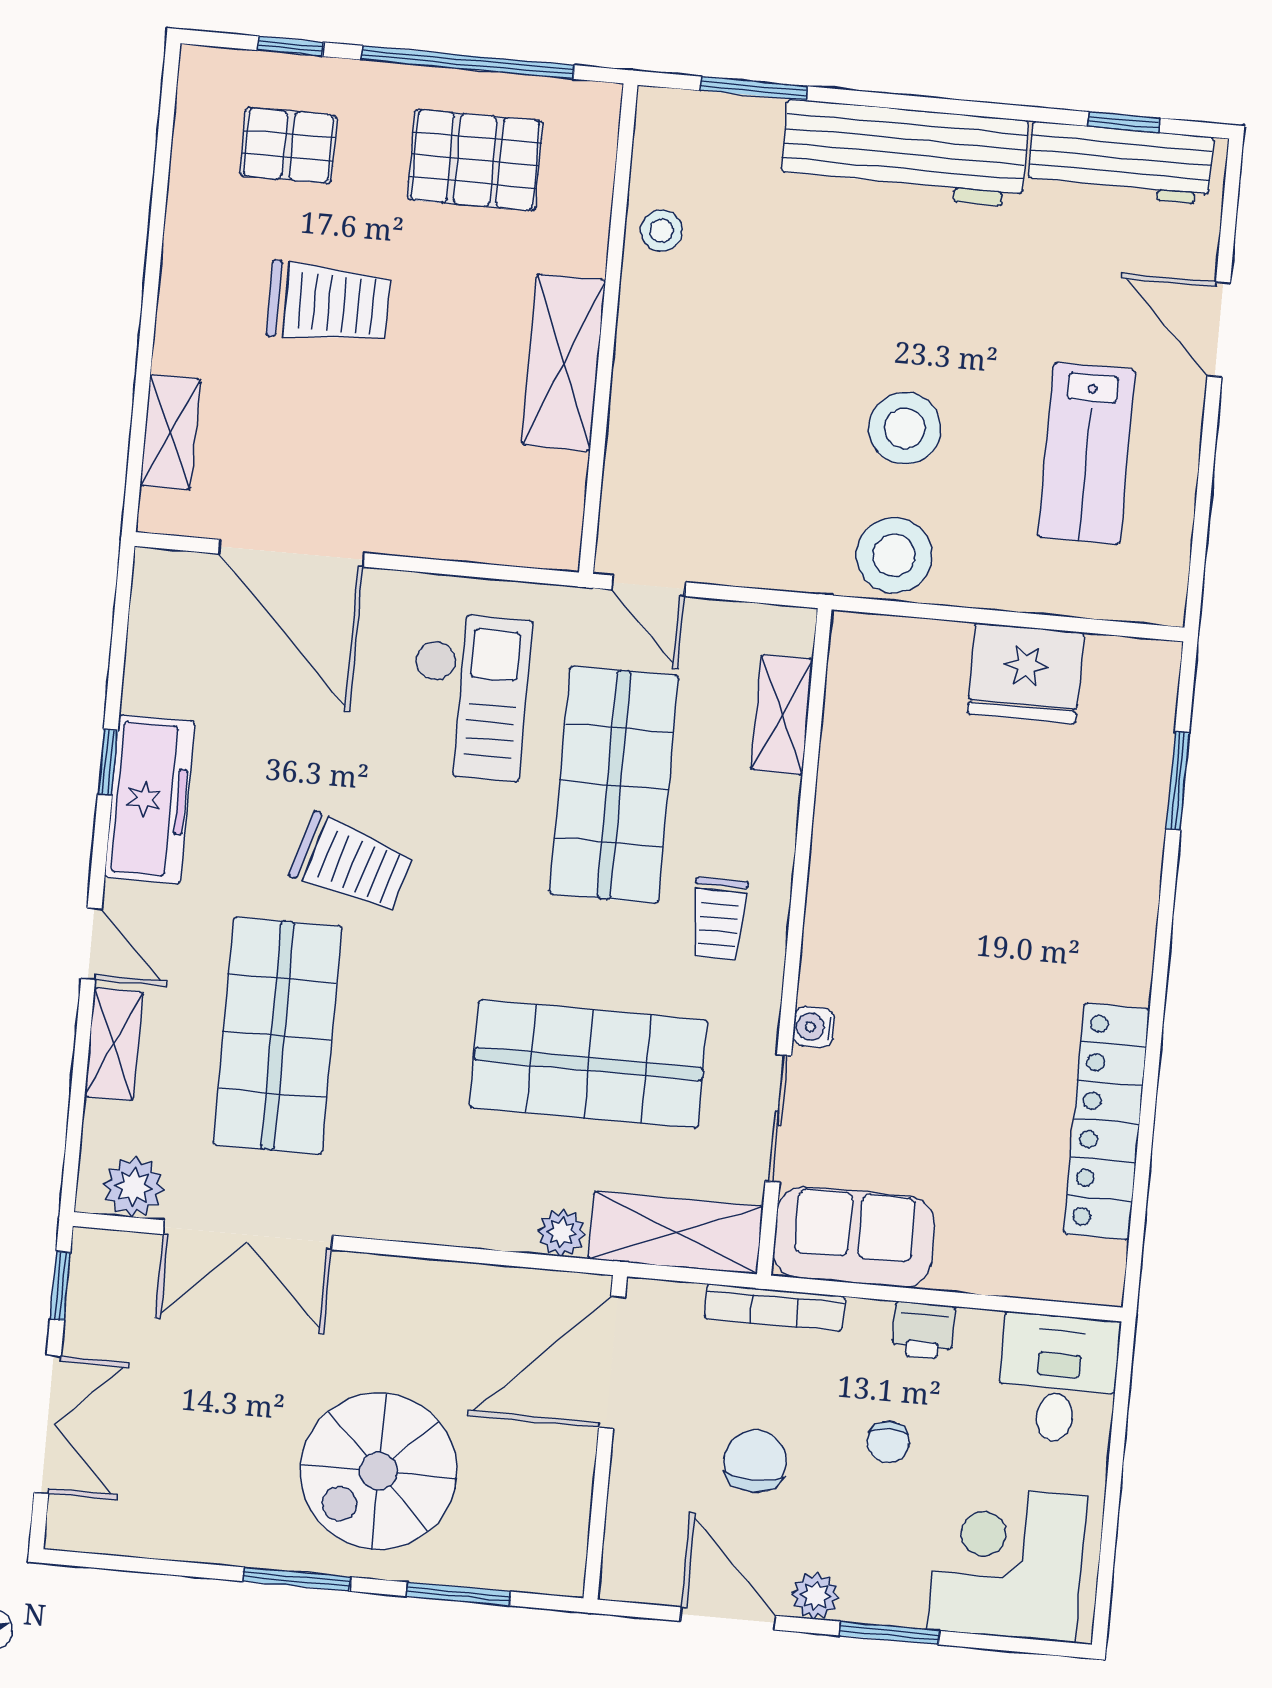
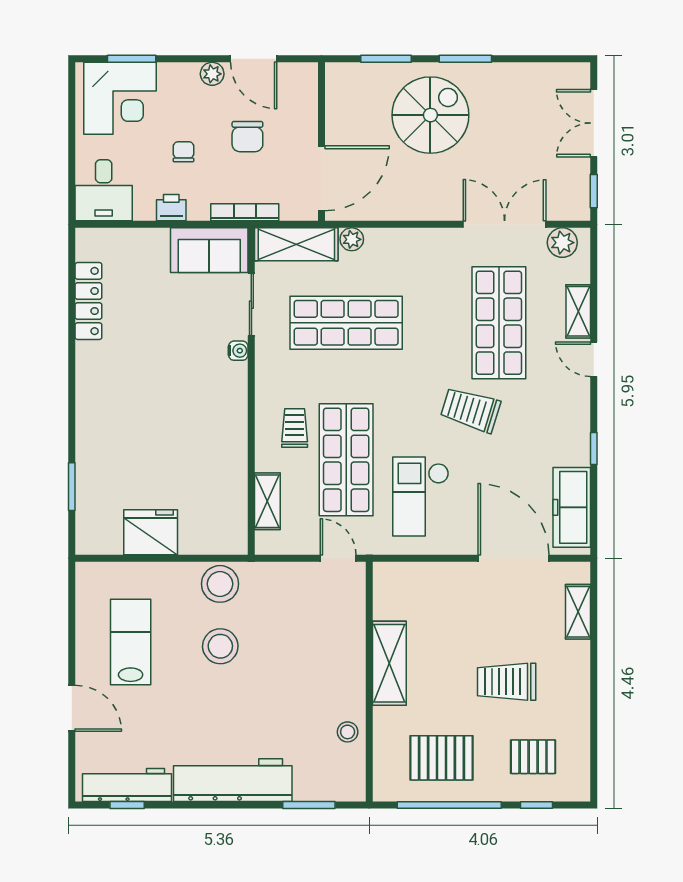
freezer: (150, 799) -> (572, 507), moved
trolley: (719, 919) -> (295, 428), moved
locker: (1107, 1122) -> (88, 301), width x0.71, depth x0.83
window: (889, 1633) -> (132, 59), moved

